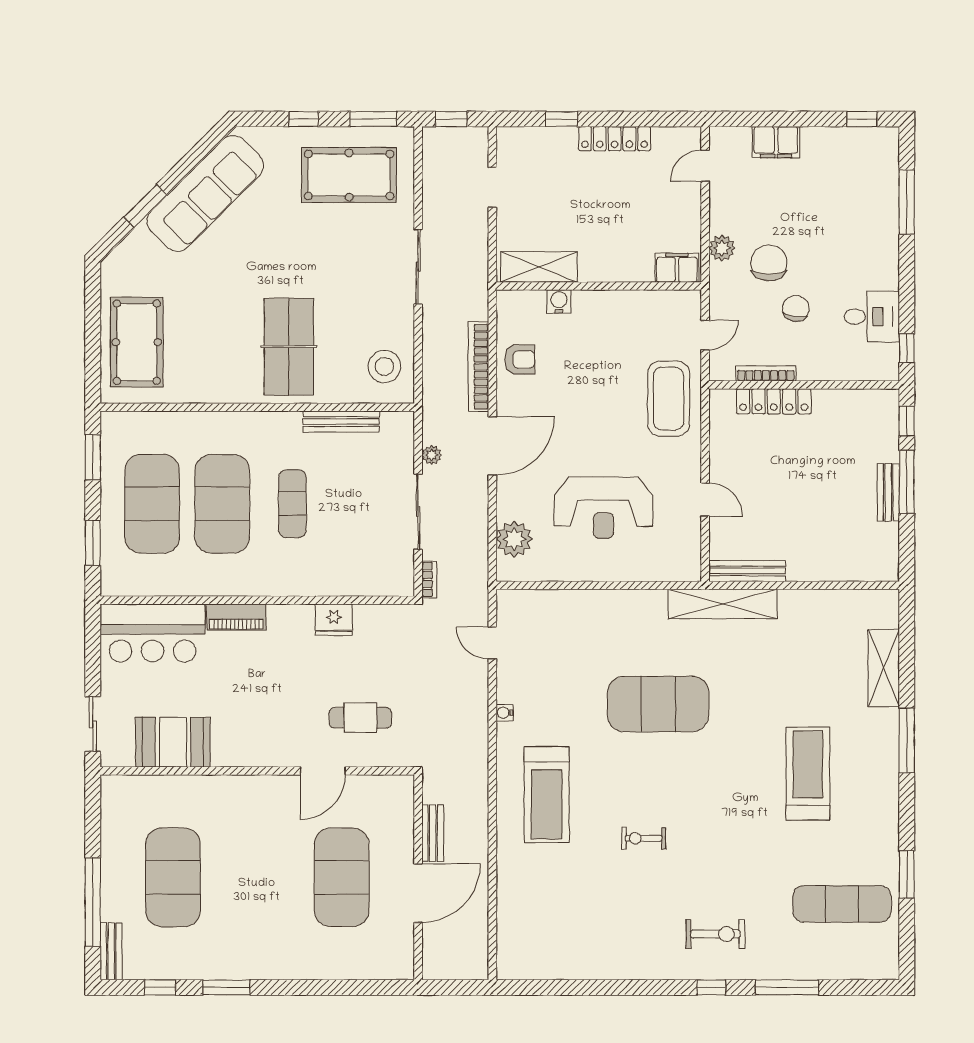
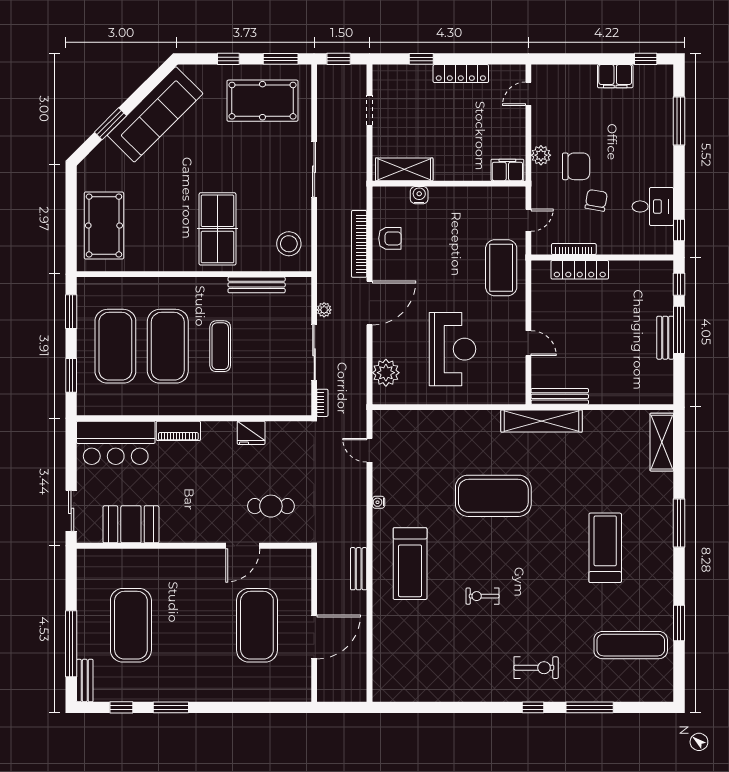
filing cabinet: (776, 142) -> (615, 76), moved
chair: (769, 263) -> (576, 166), turned 90
reception desk: (603, 508) -> (453, 349), turned -90
shelving: (884, 668) -> (662, 442), moved
bench: (433, 833) -> (359, 569), moved

